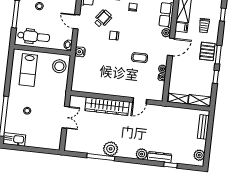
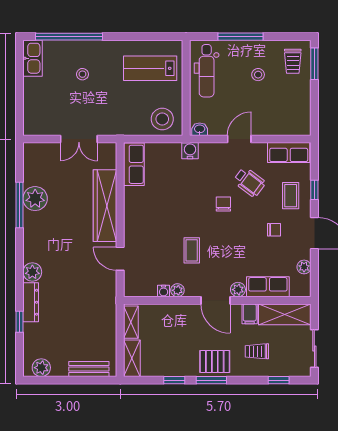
row of seats: (84, 86) -> (134, 164), added
plant: (111, 149) -> (35, 199), moved

